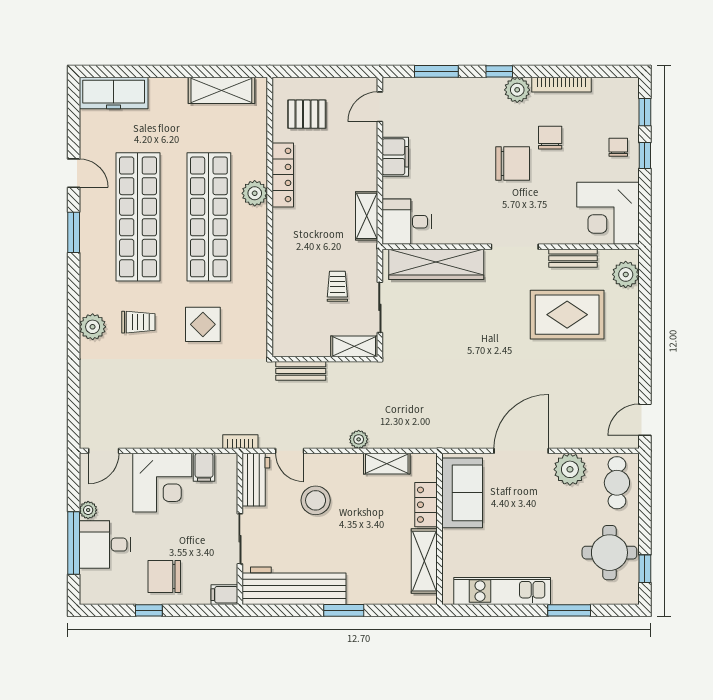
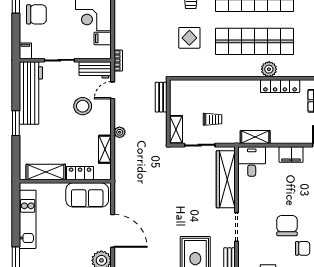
chair: (513, 163) -> (287, 226), turned 180
chair: (164, 577) -> (36, 14), turned 90

